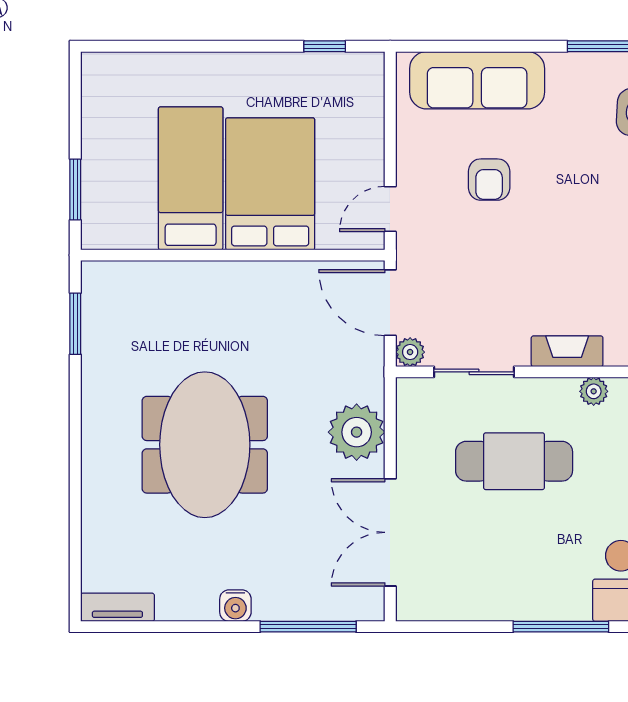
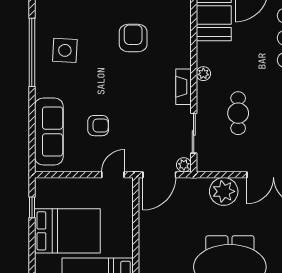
bed: (270, 184) -> (67, 231), moved, turned 180
door: (390, 209) -> (113, 175), swing flipped
cafe table: (514, 461) -> (238, 113), width x0.73, depth x0.74

